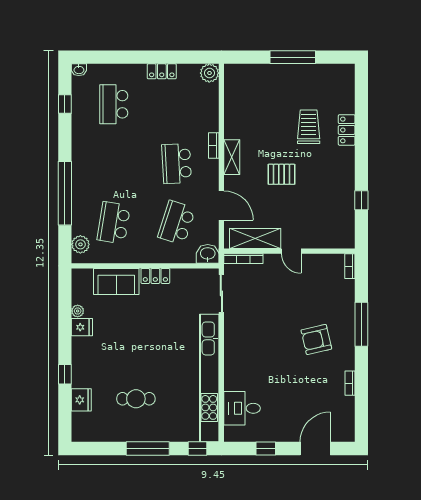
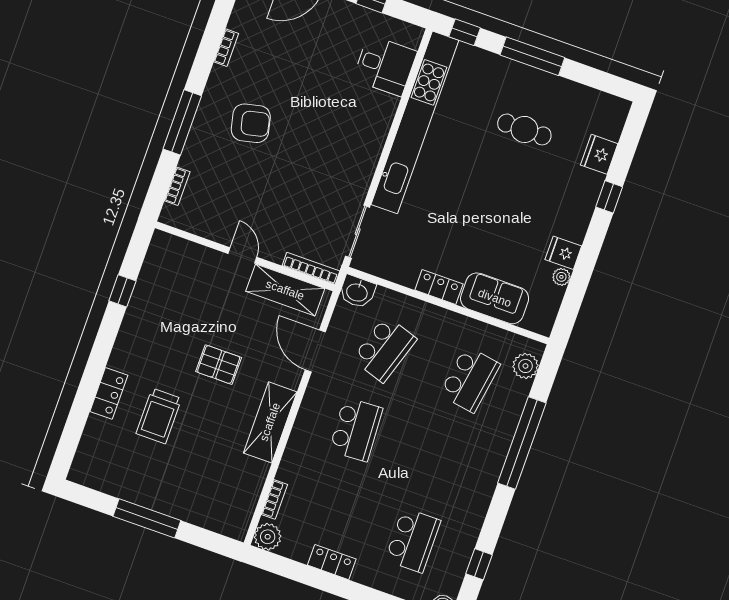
bookcase: (214, 145) -> (274, 499), moved
shelving: (232, 157) -> (270, 422), width x1.50, depth x1.33
bookcase: (350, 266) -> (177, 186), moved

